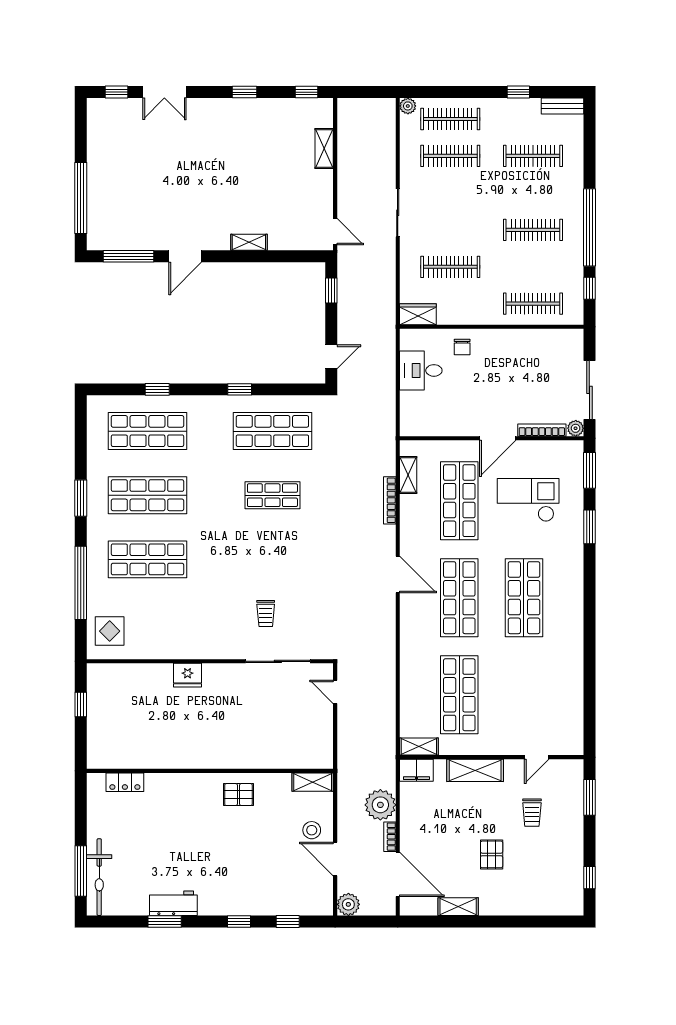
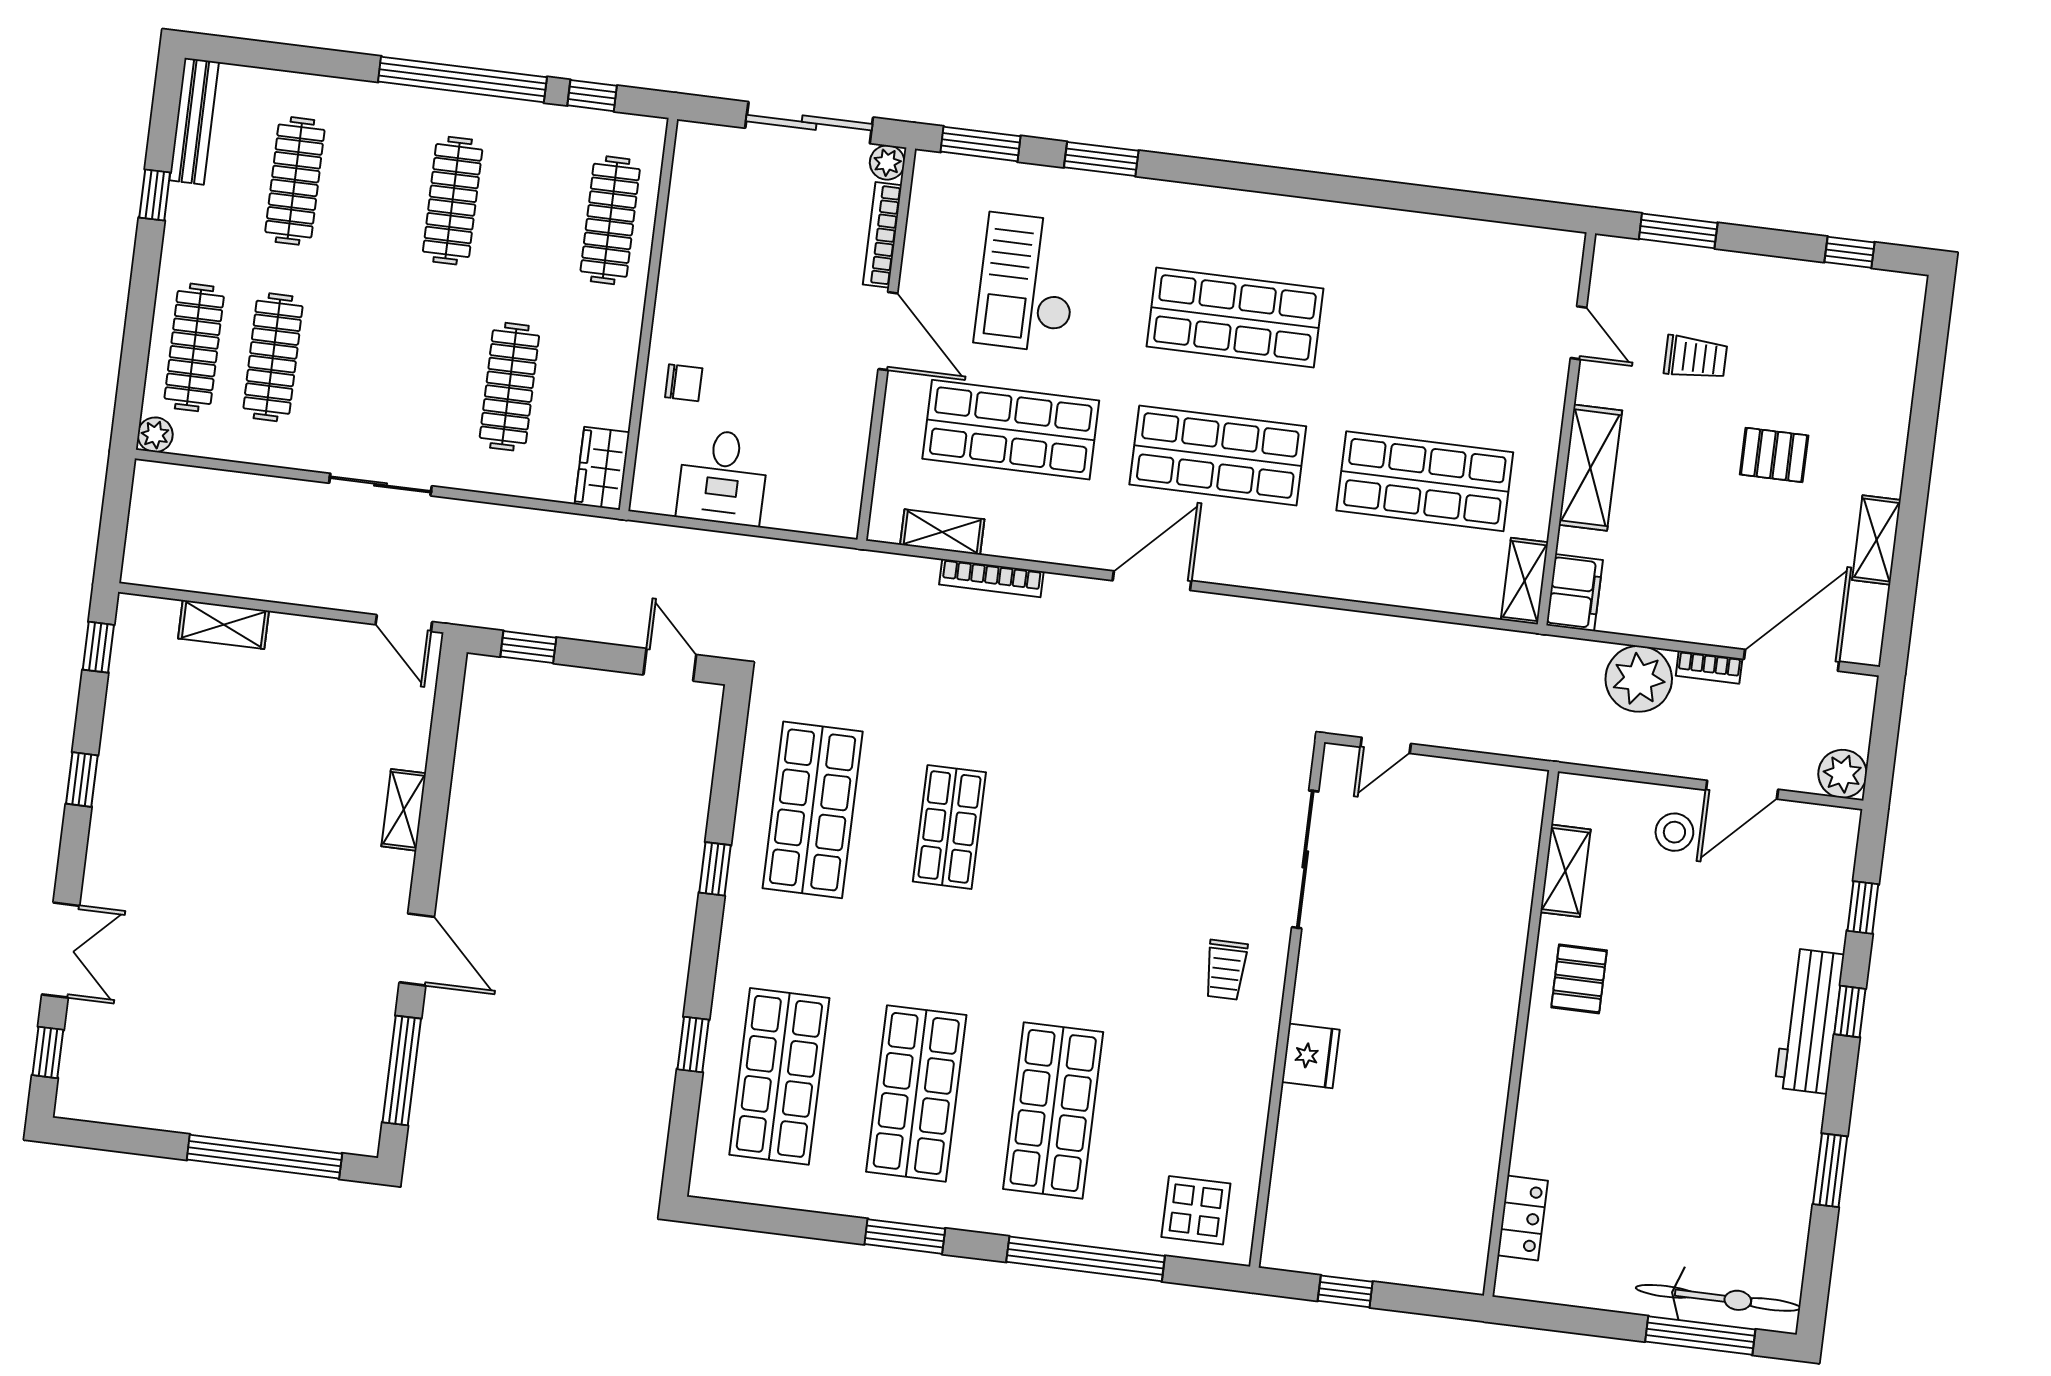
bench: (562, 106) -> (194, 121), width x1.36
door: (335, 232) -> (404, 623), swing flipped
trolley: (266, 614) -> (1226, 970), moved, turned 90
shelving: (313, 782) -> (1565, 871), moved
workbench: (173, 903) -> (1809, 1021), moved, width x1.38

